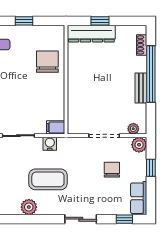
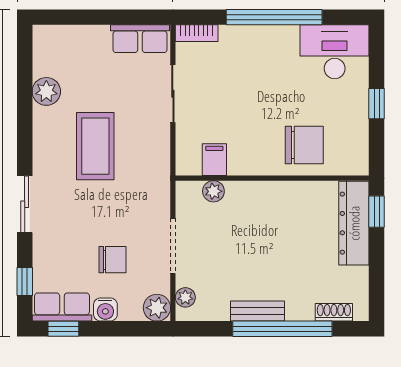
window: (100, 21) -> (377, 212), moved
plant: (73, 113) -> (213, 191), added
filing cabinet: (56, 127) -> (214, 160), moved
water cooler: (50, 144) -> (105, 310), moved, turned 90
window: (151, 168) -> (63, 329), moved
plant: (29, 207) -> (46, 91), moved

